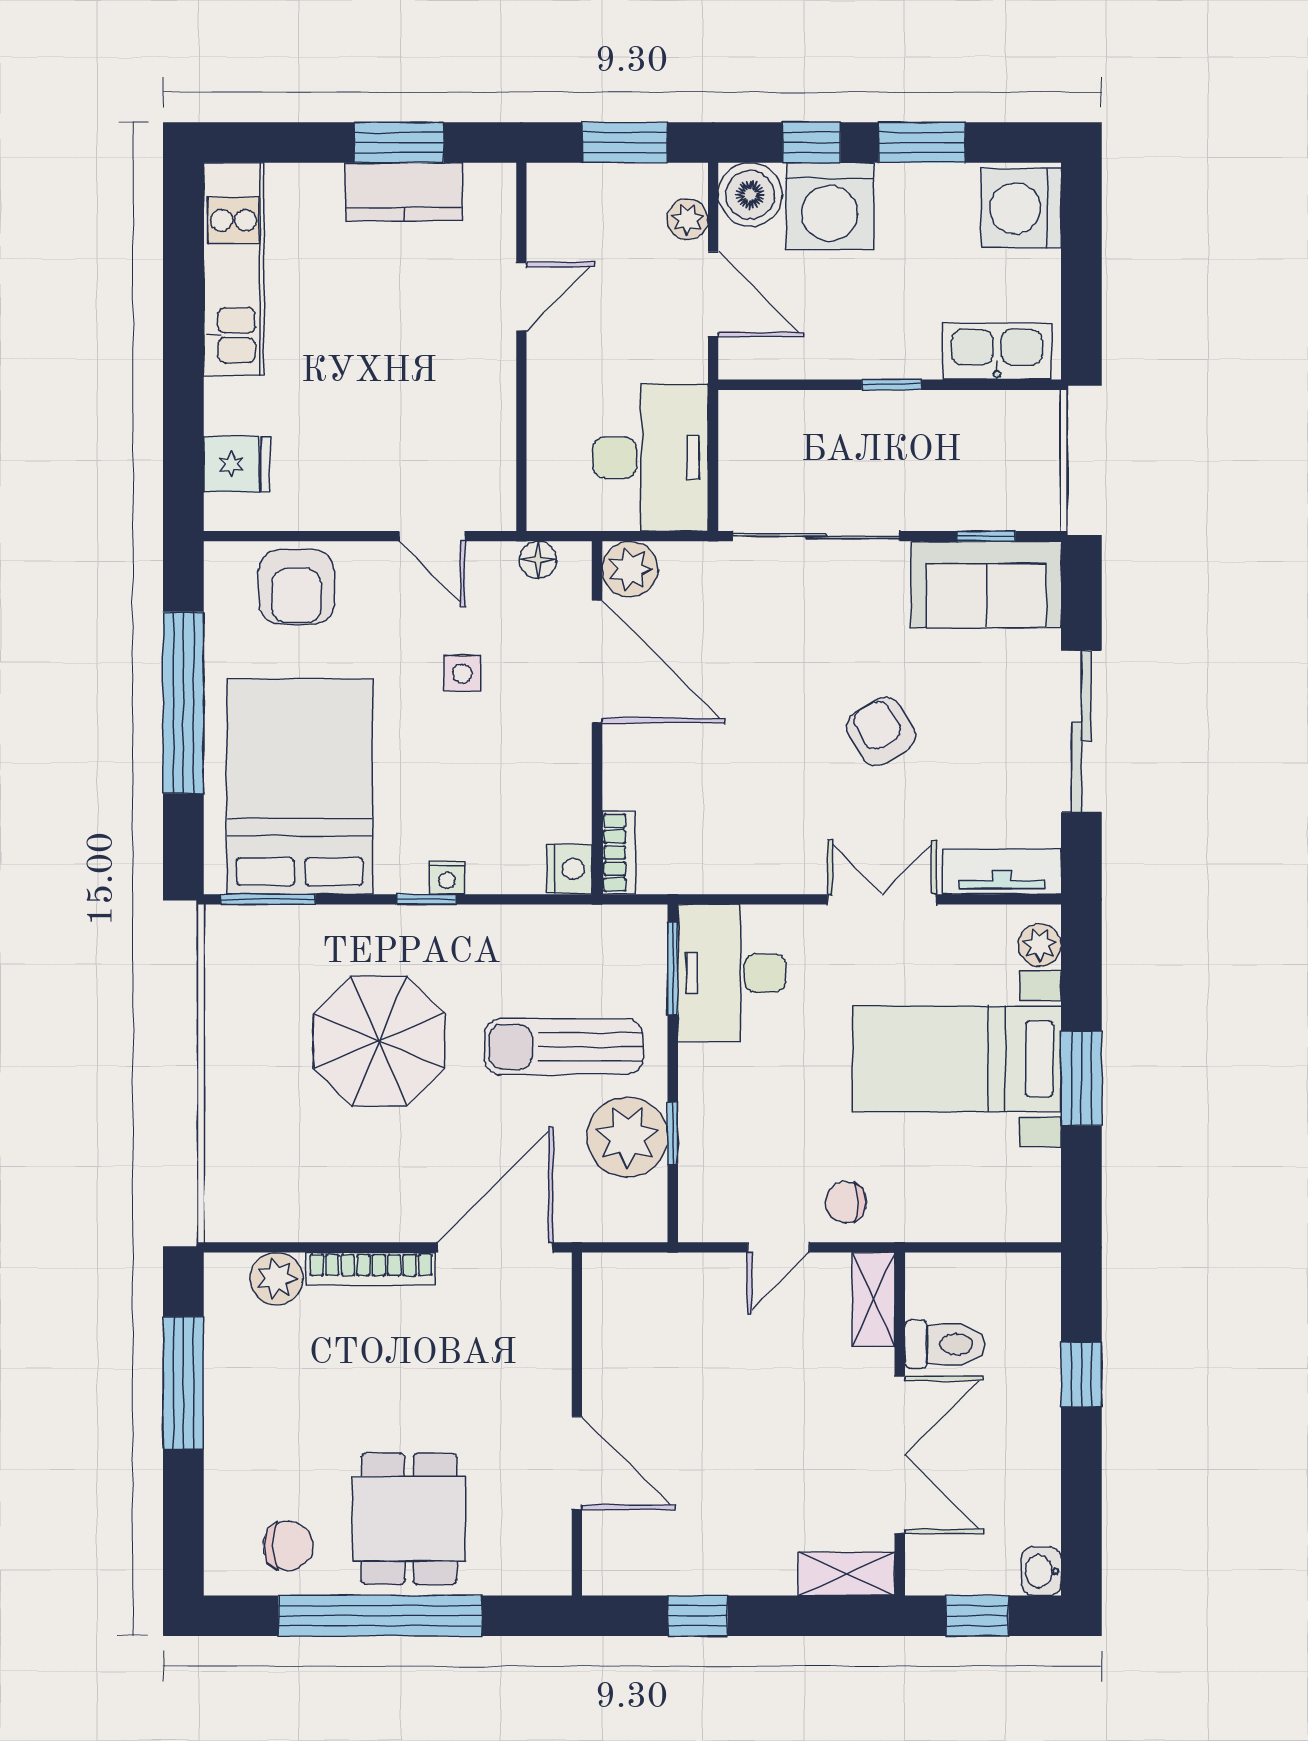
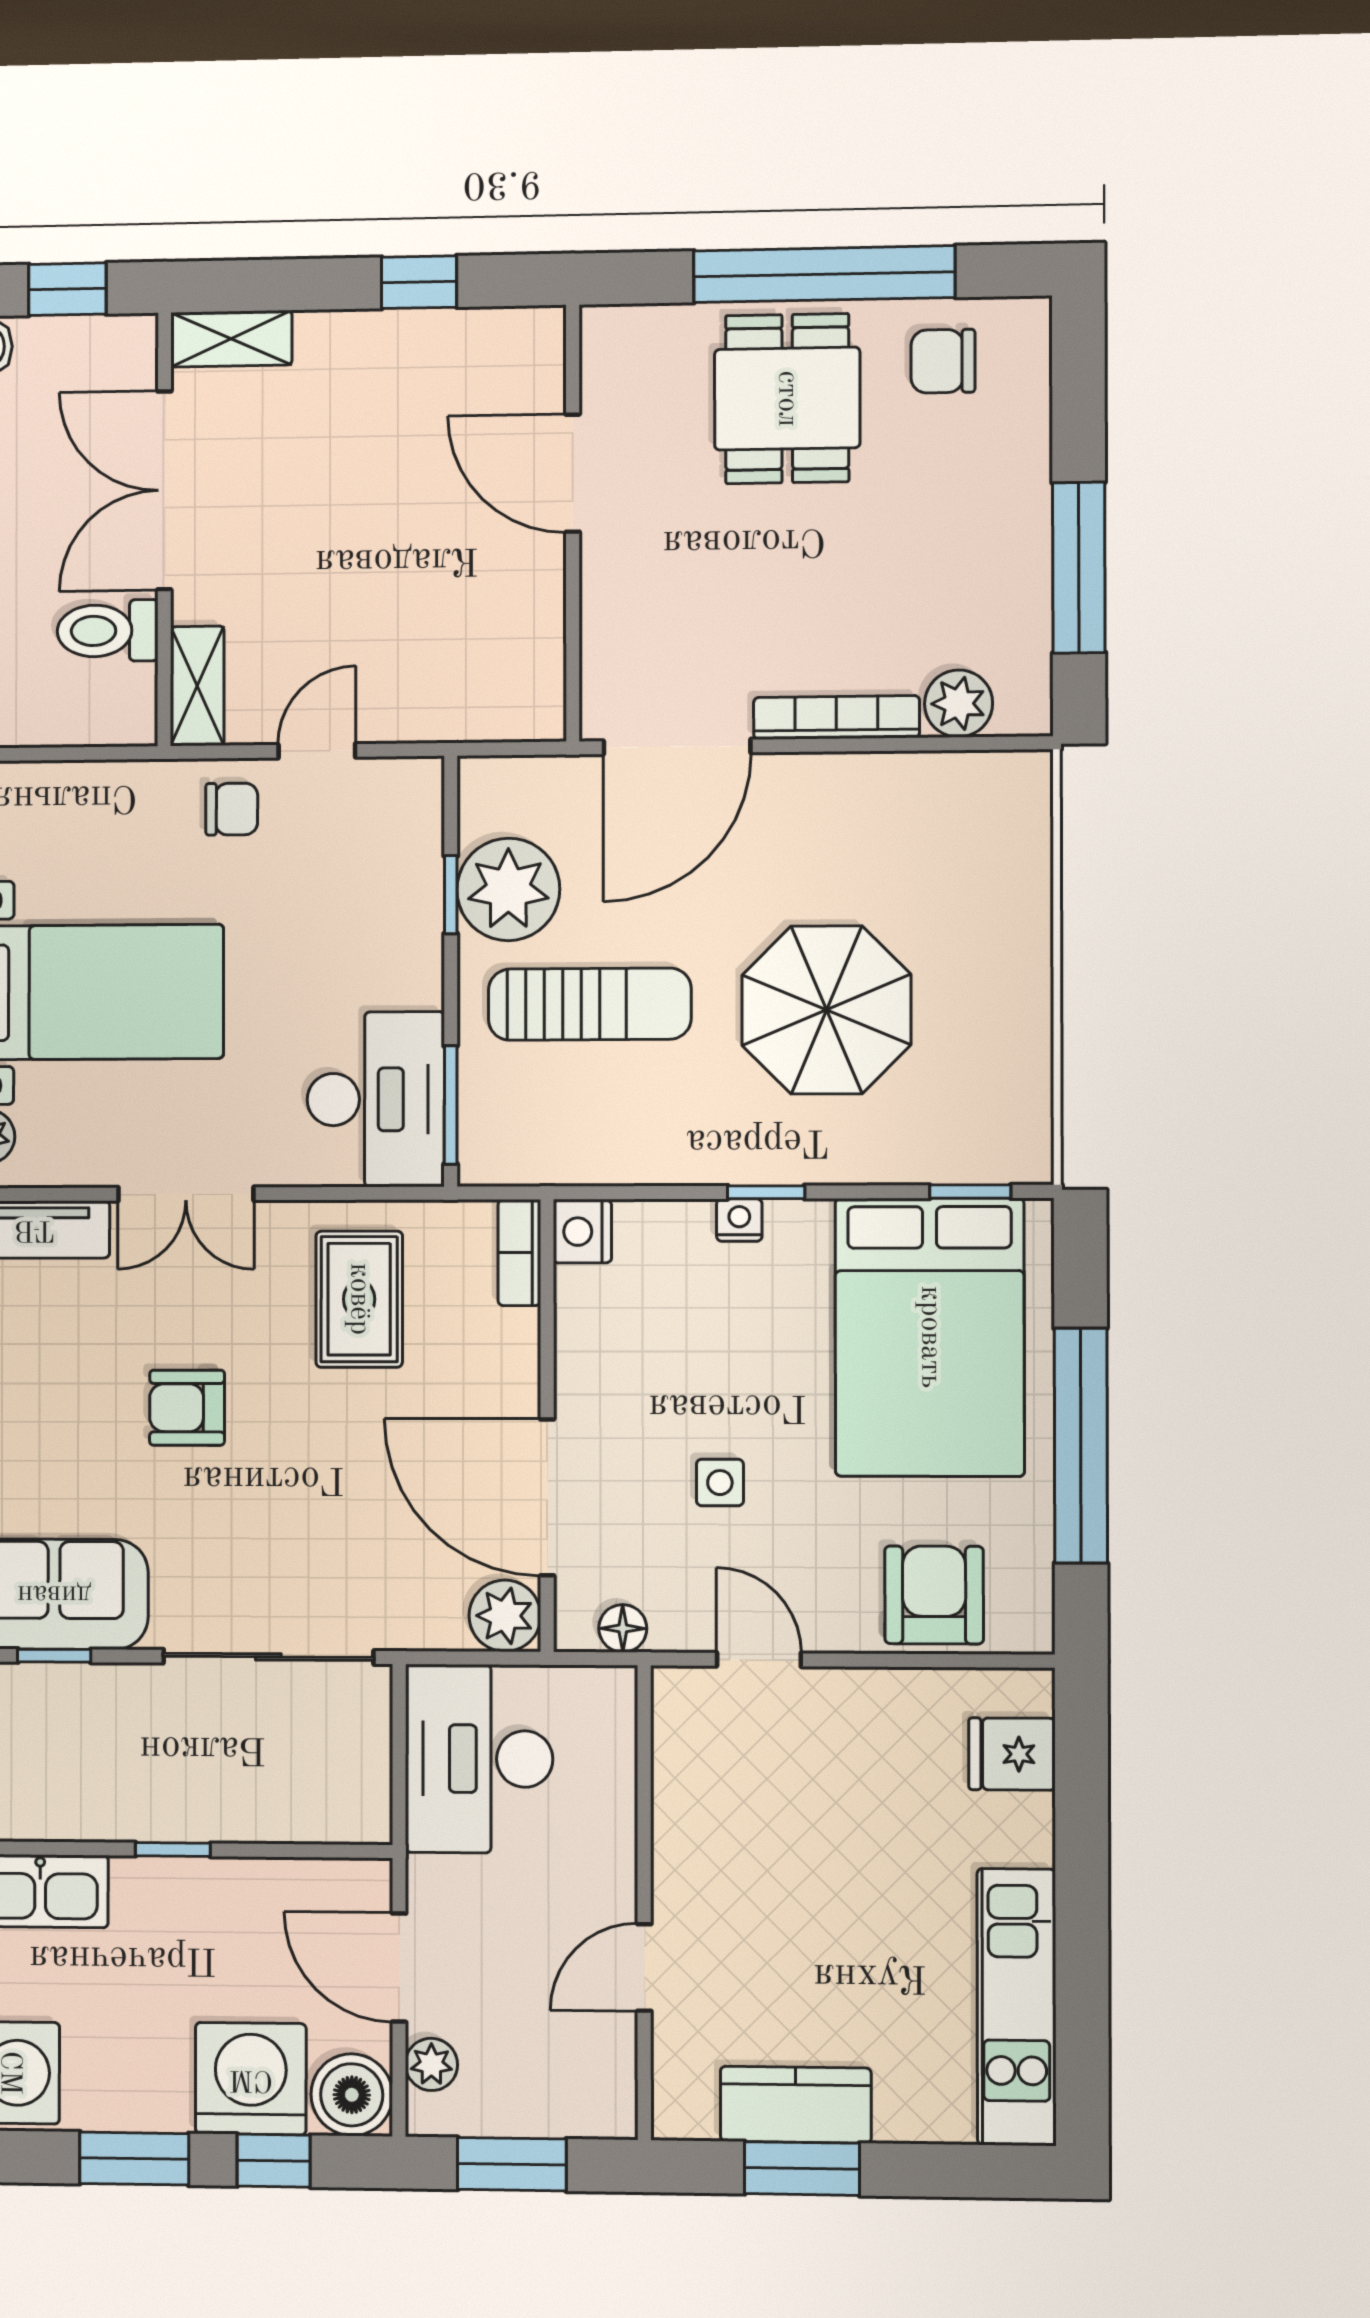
armchair: (881, 731) -> (187, 1408), turned 121
rug: (745, 816) -> (359, 1299), added
window: (268, 899) -> (970, 1192), width x0.67

